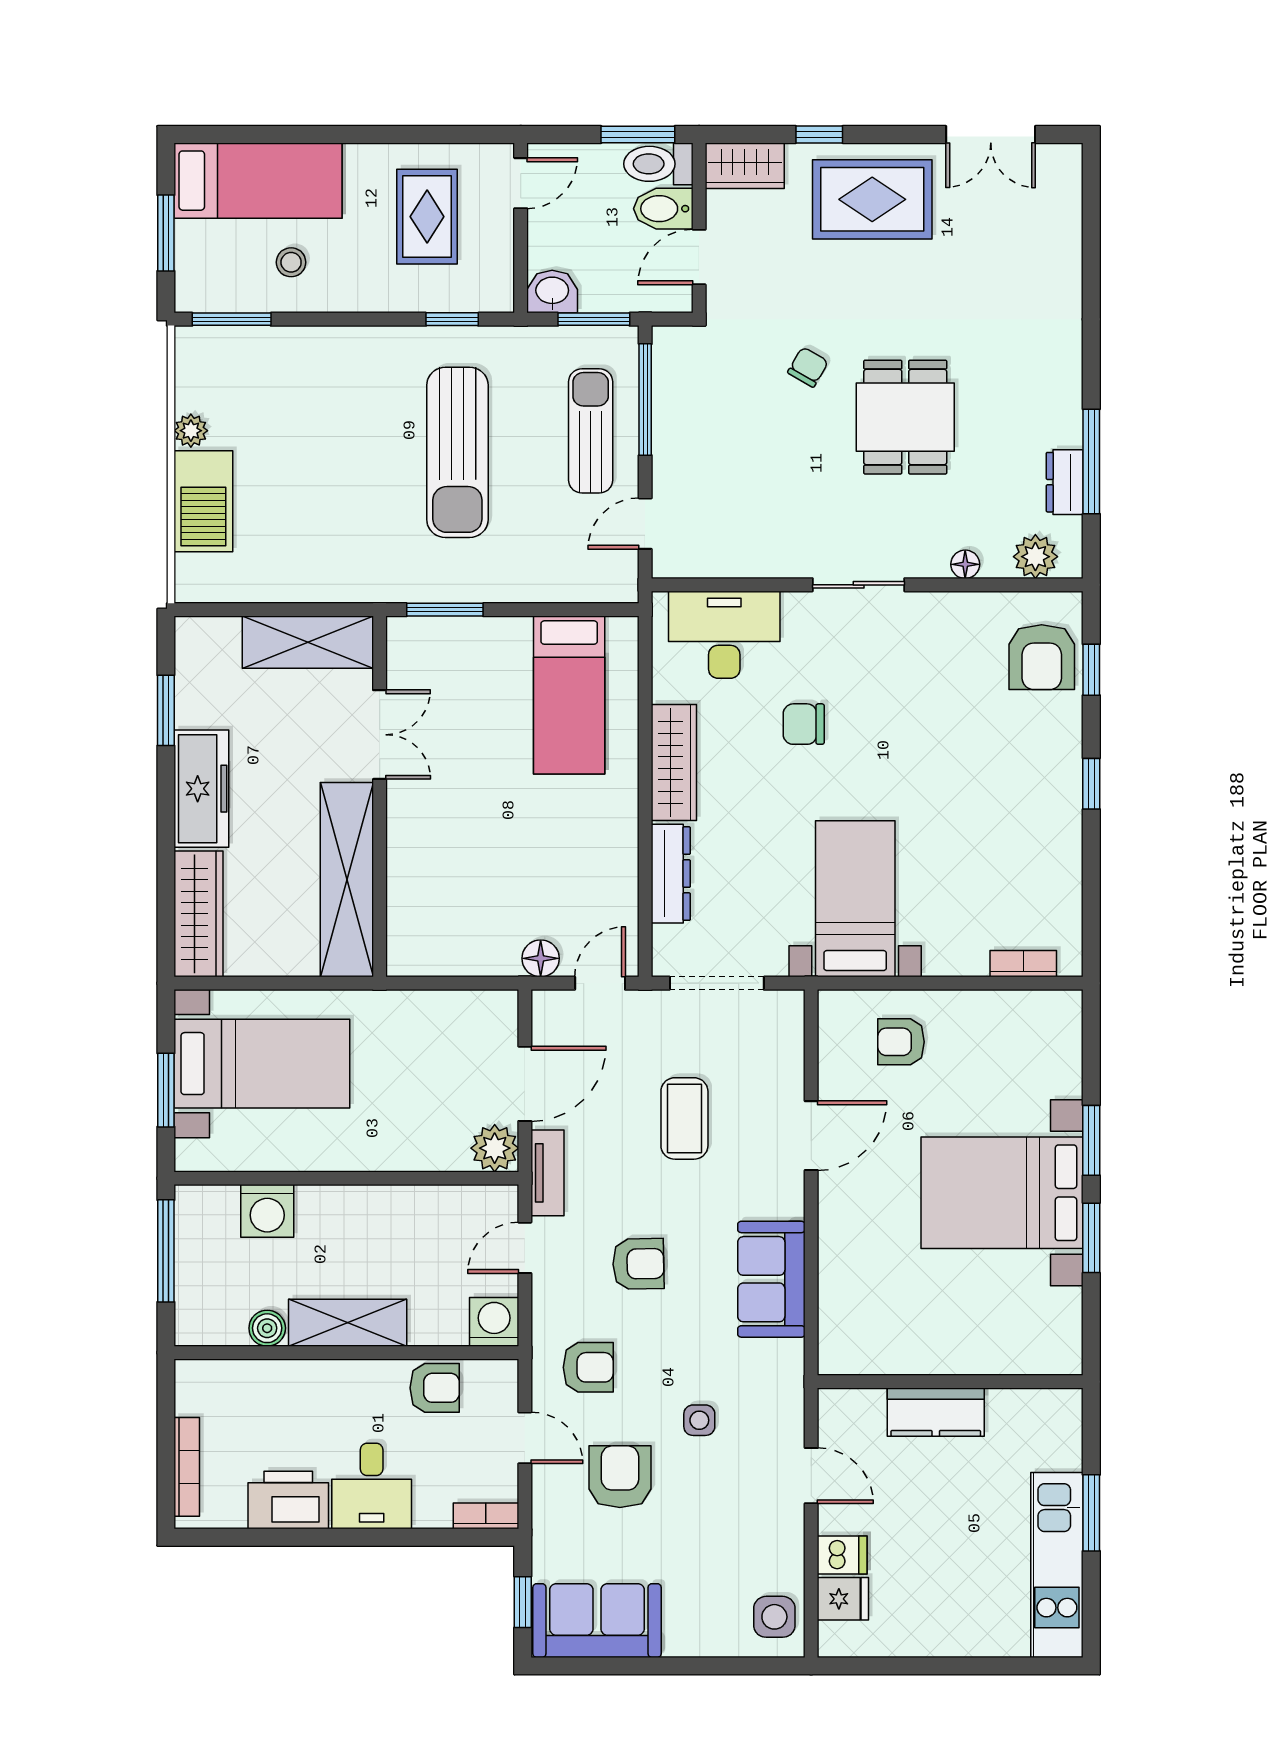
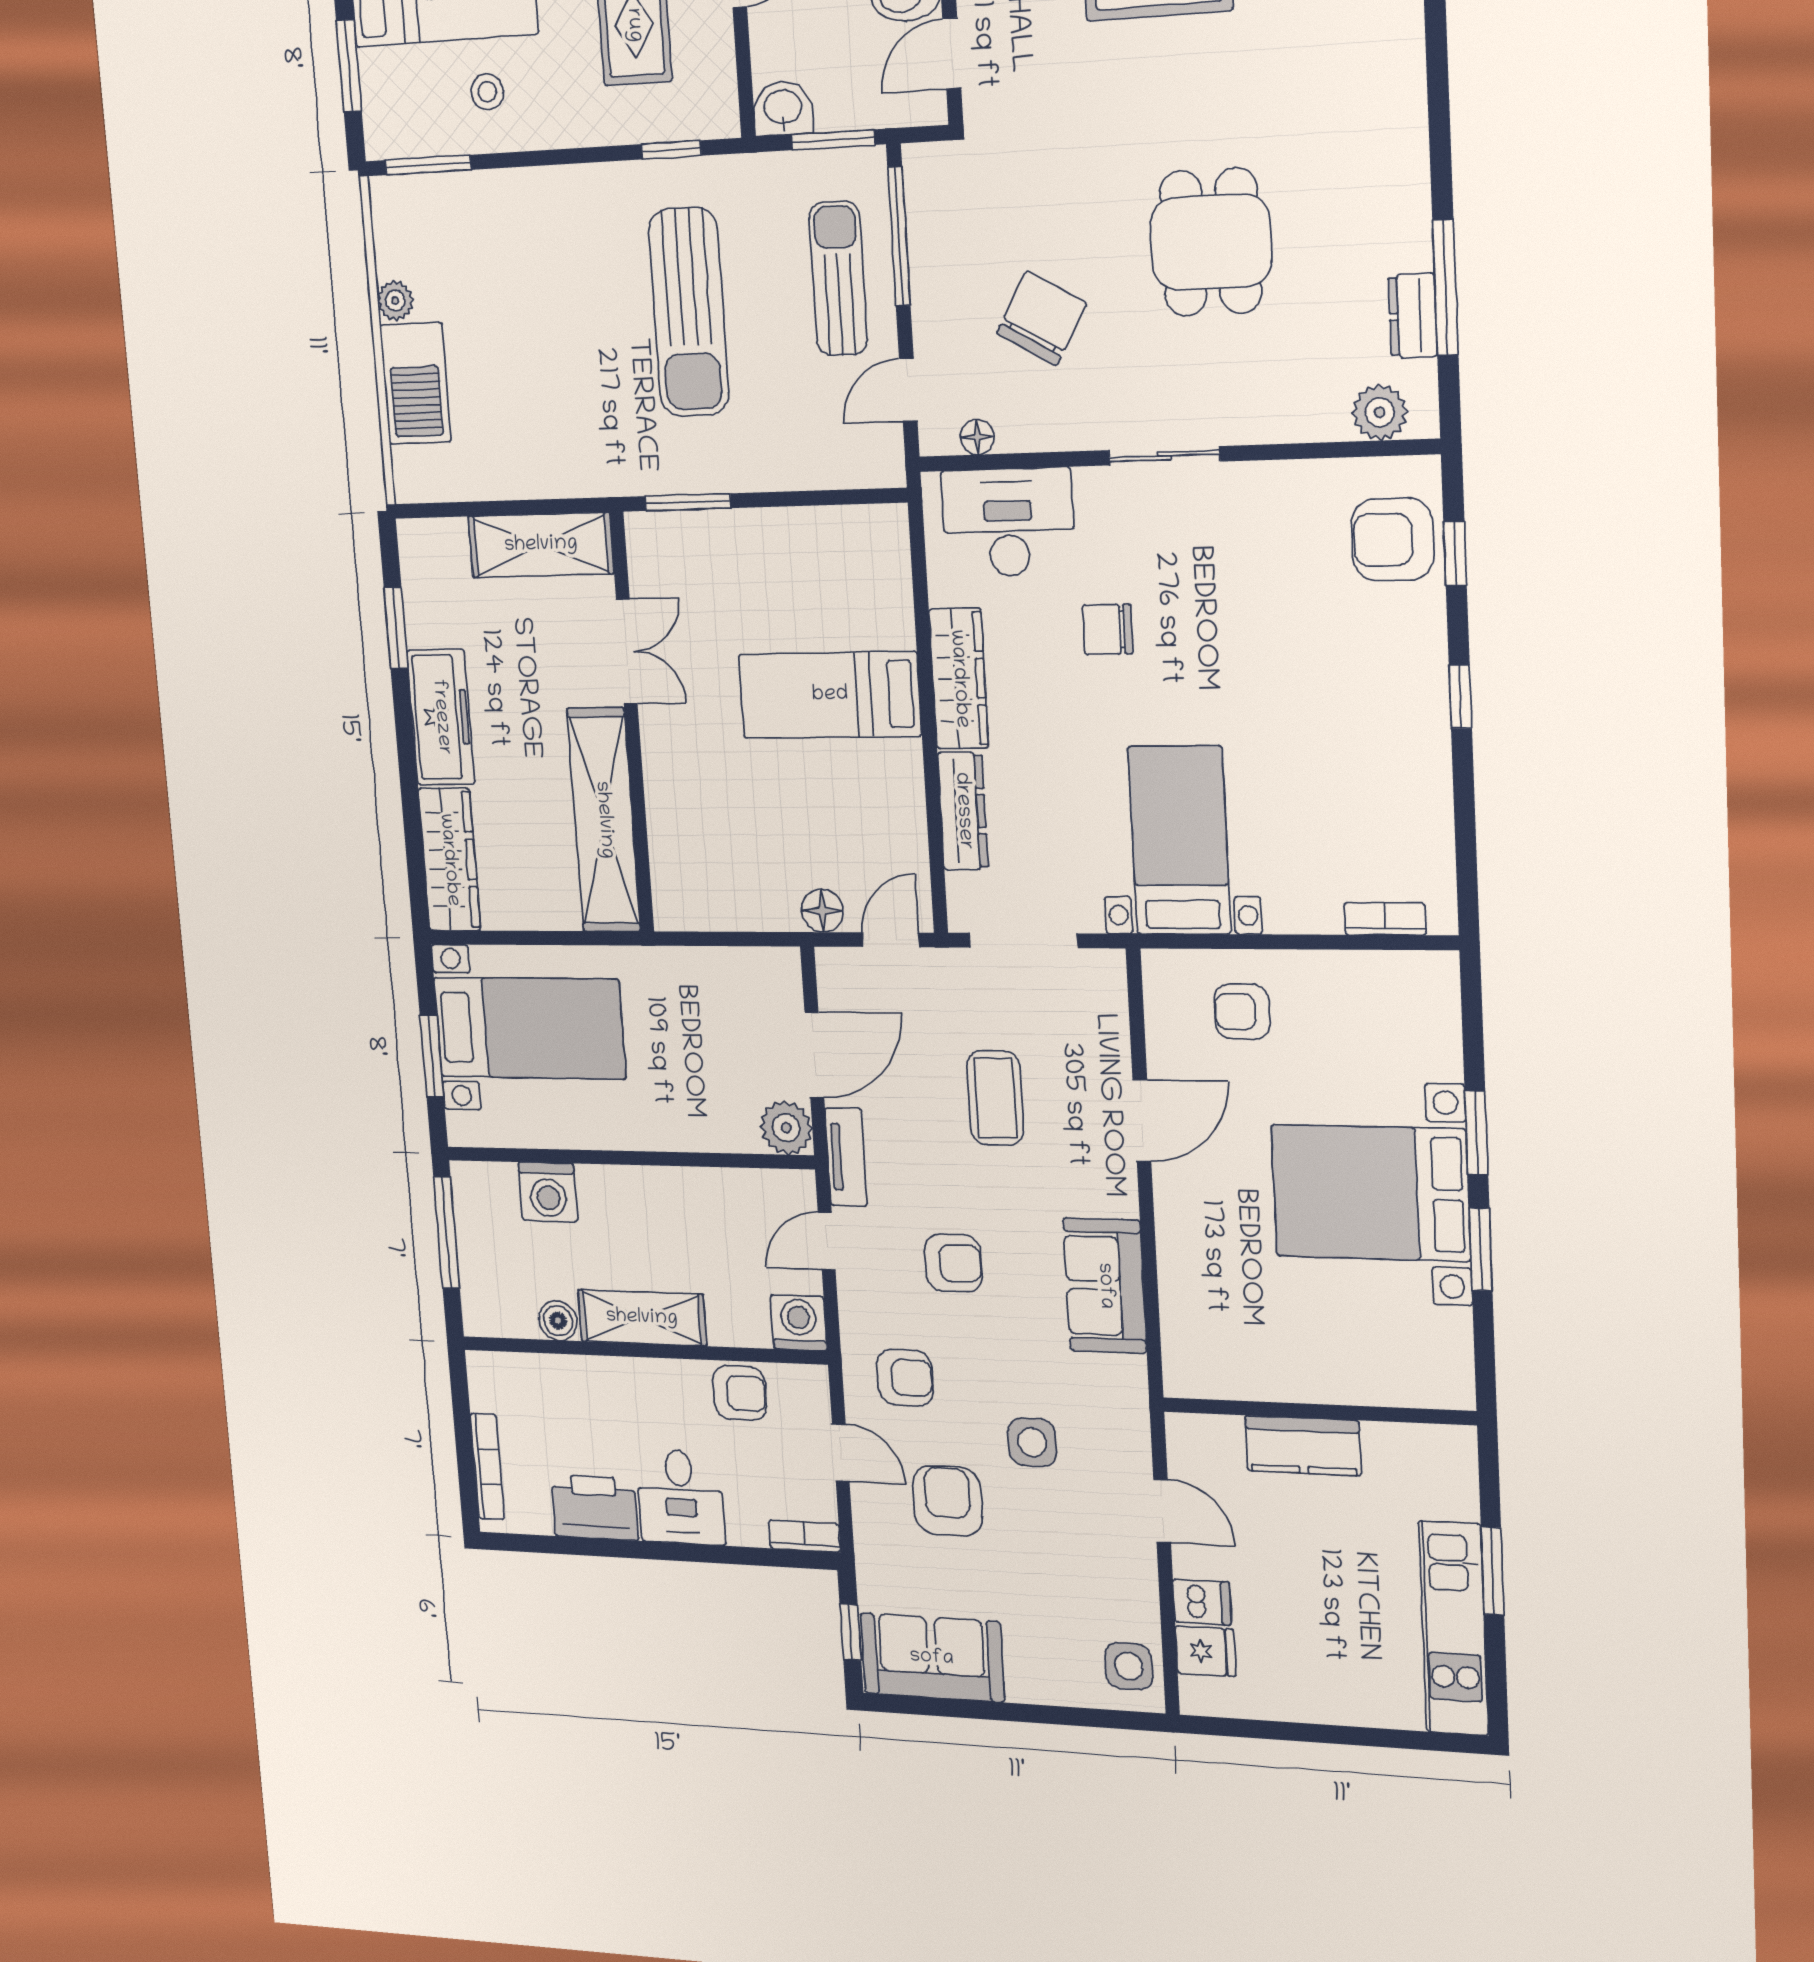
chair: (808, 367) -> (1041, 318), moved, width x1.87, depth x1.87
floor lamp: (965, 564) -> (977, 437), moved
armchair: (1042, 657) -> (1393, 540), turned 90
bed: (569, 695) -> (830, 695), moved, turned 90
side table: (699, 1420) -> (1032, 1442), width x1.37, depth x1.37

